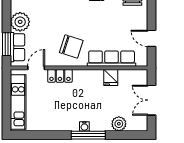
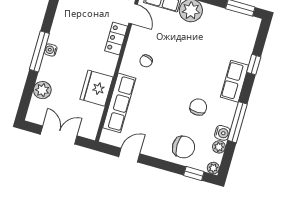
chair: (71, 46) -> (146, 61), width x0.54, depth x0.54
fridge: (111, 78) -> (96, 88), width x1.88, depth x1.34

